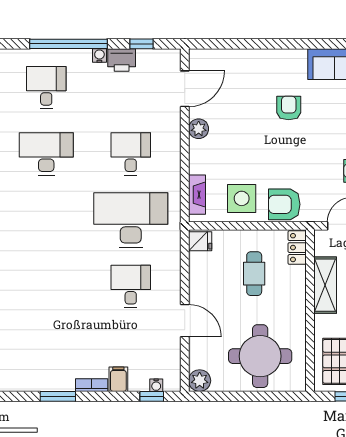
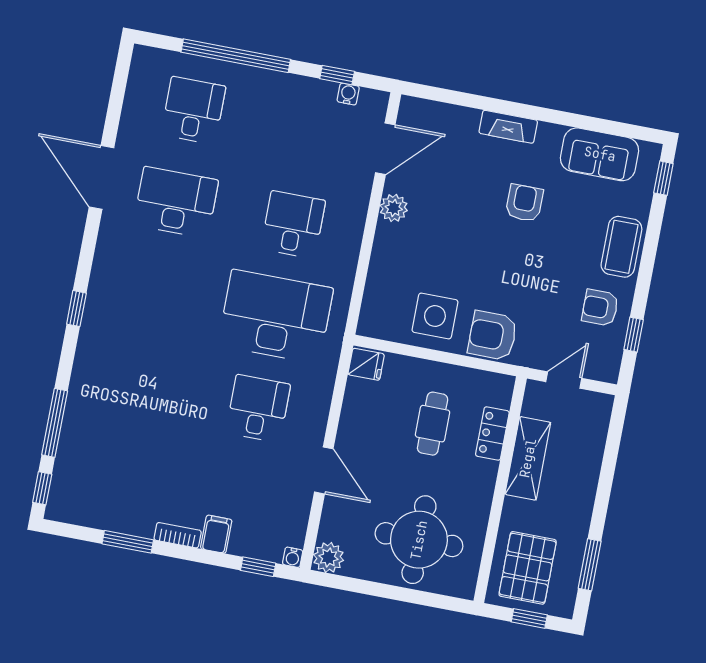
water cooler: (99, 56) -> (348, 94), moved
printer: (122, 60) -> (305, 92), removed
fireplace: (197, 195) -> (508, 127), moved, turned 90
locker: (297, 248) -> (492, 433), moved
water cooler: (156, 385) -> (293, 557), moved

